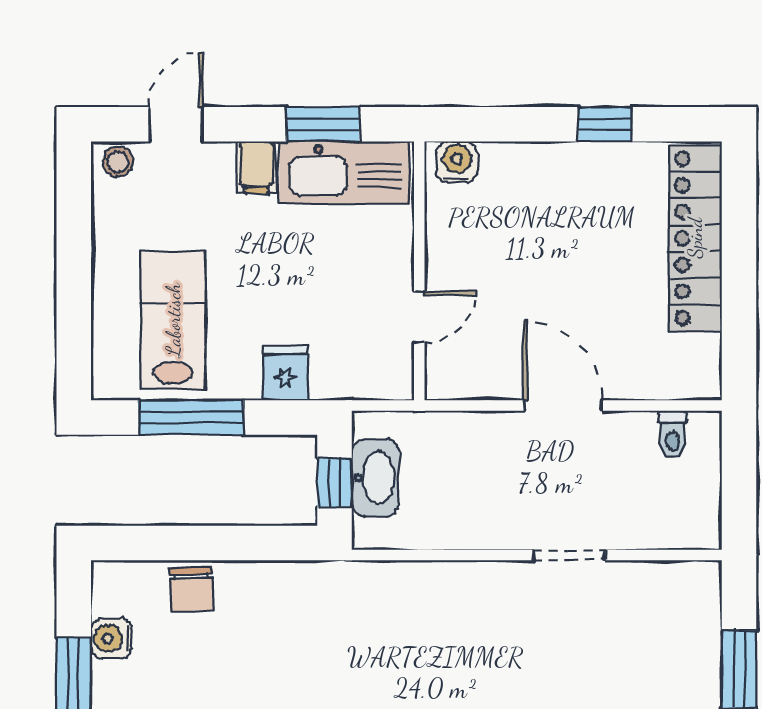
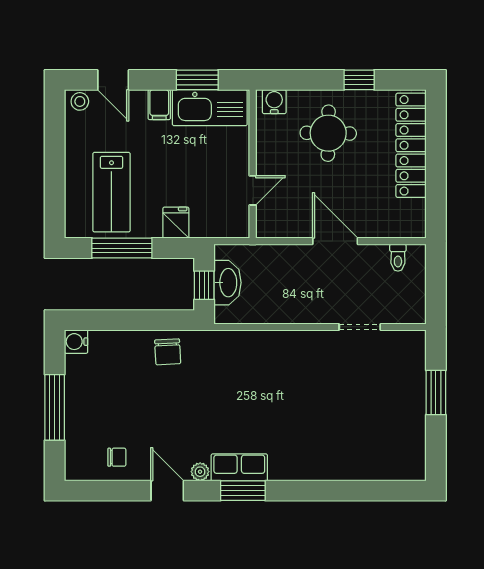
door: (176, 124) -> (113, 80), swing flipped
round table: (551, 217) -> (328, 133), added
lab bench: (173, 320) -> (111, 192), turned 180
doorway: (569, 555) -> (360, 327), moved
chair: (191, 589) -> (168, 352), moved
water cooler: (111, 638) -> (76, 342), moved

